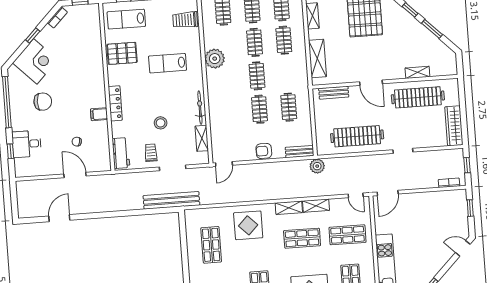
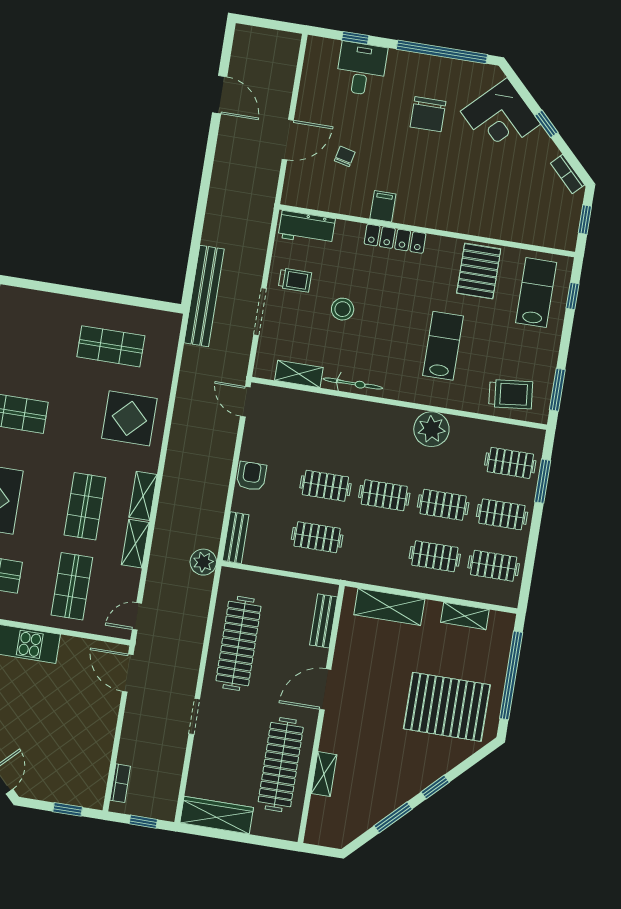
trolley: (185, 20) -> (511, 394), turned 84

